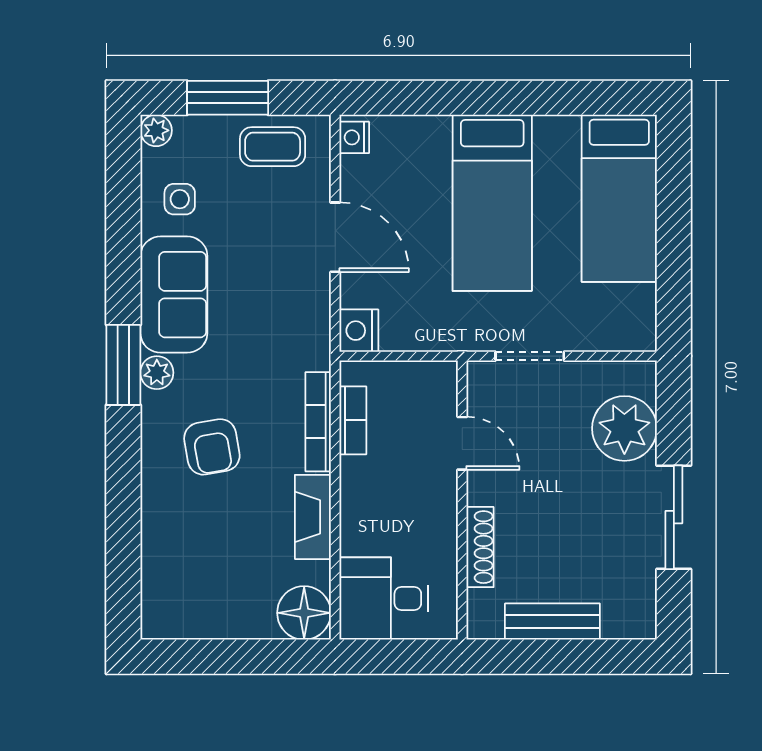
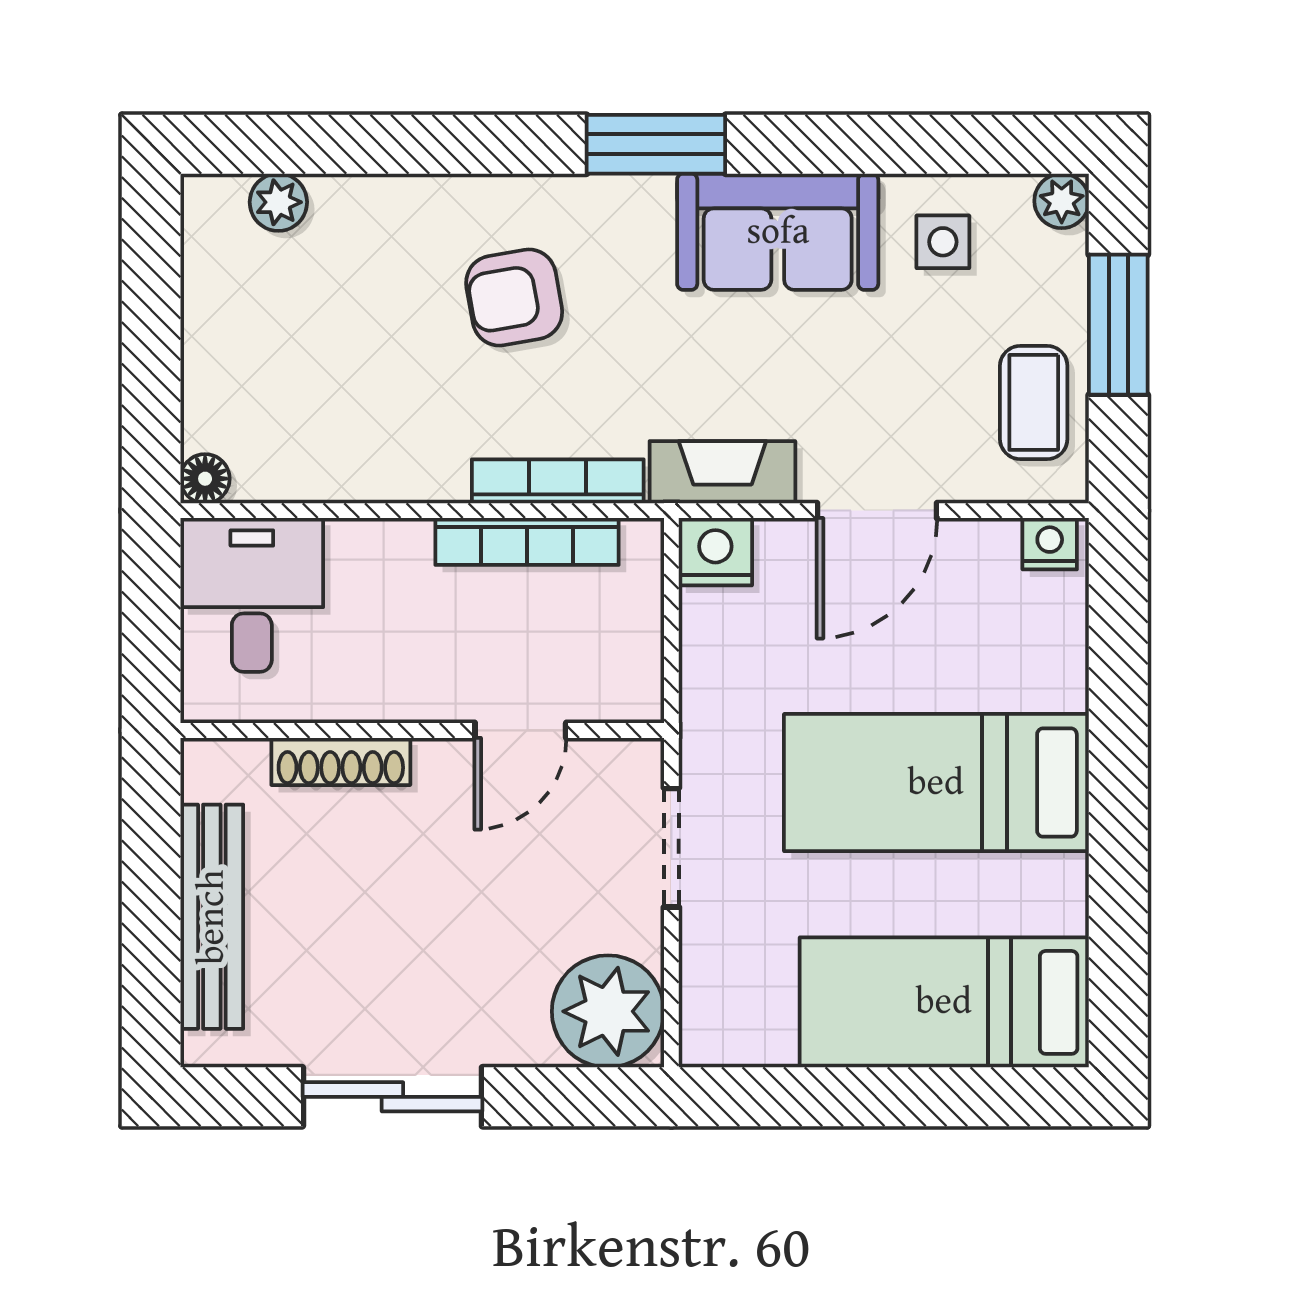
plant: (157, 373) -> (278, 202), moved
bookcase: (353, 420) -> (527, 541), width x1.56
plant: (624, 428) -> (608, 1011), moved
fireplace: (313, 517) -> (722, 472), moved
floor lamp: (304, 613) -> (205, 479), width x0.53, depth x0.53
bench: (552, 622) -> (212, 917), width x1.36

